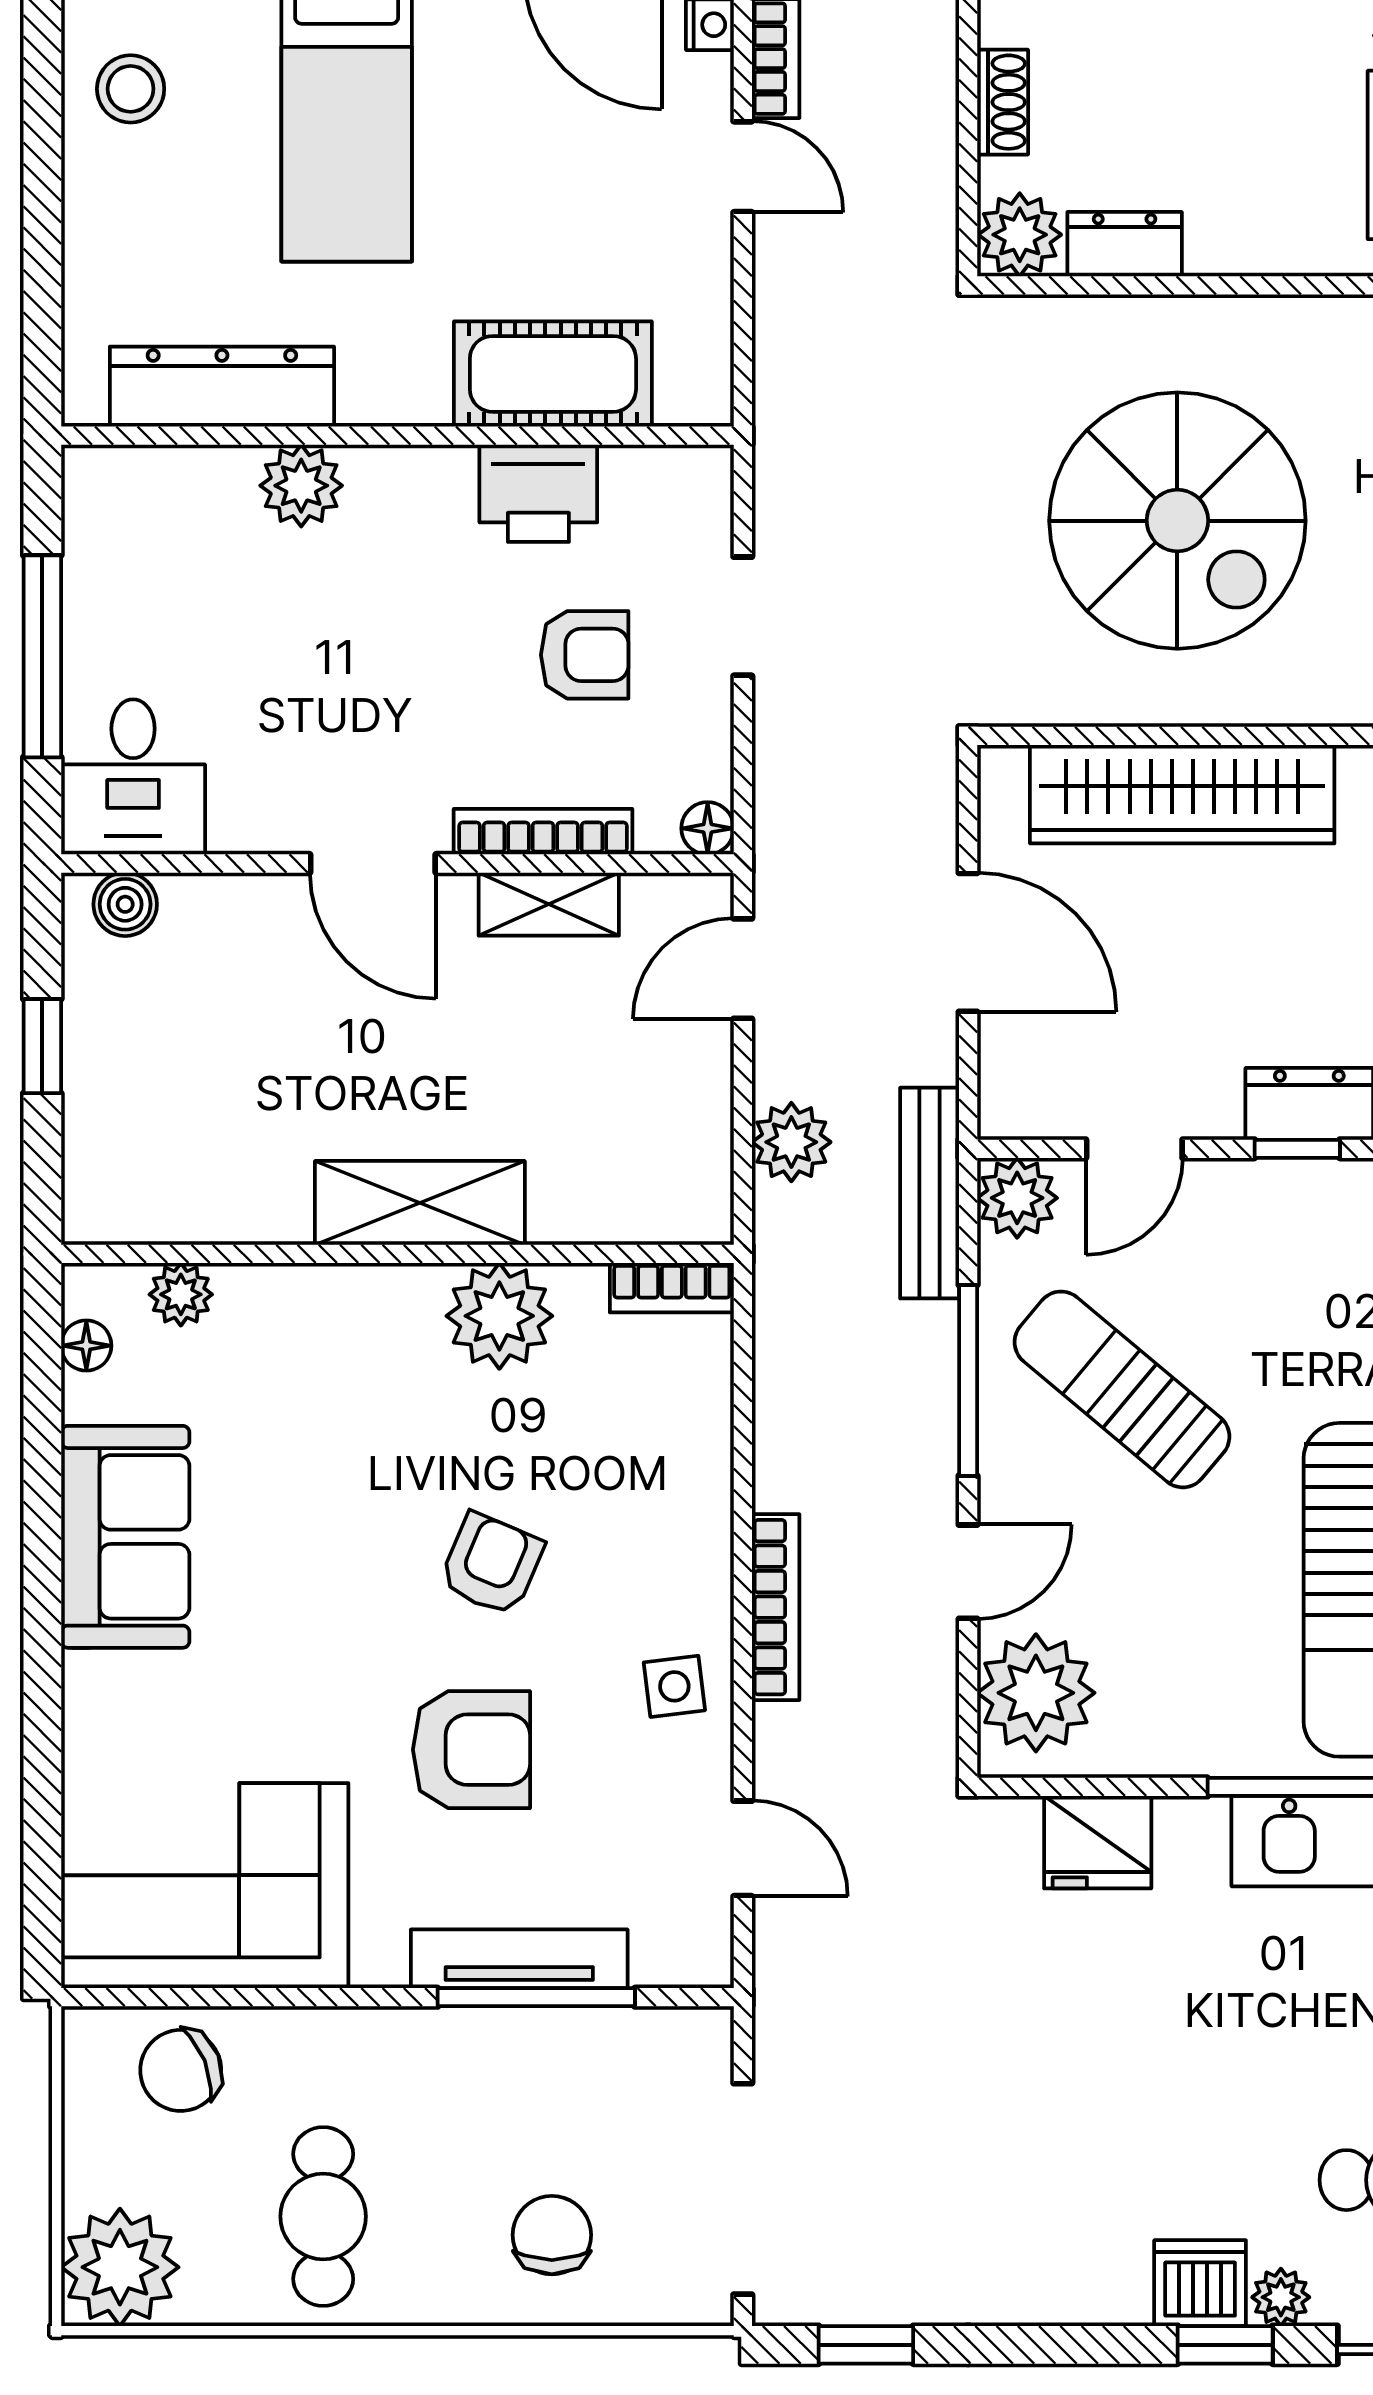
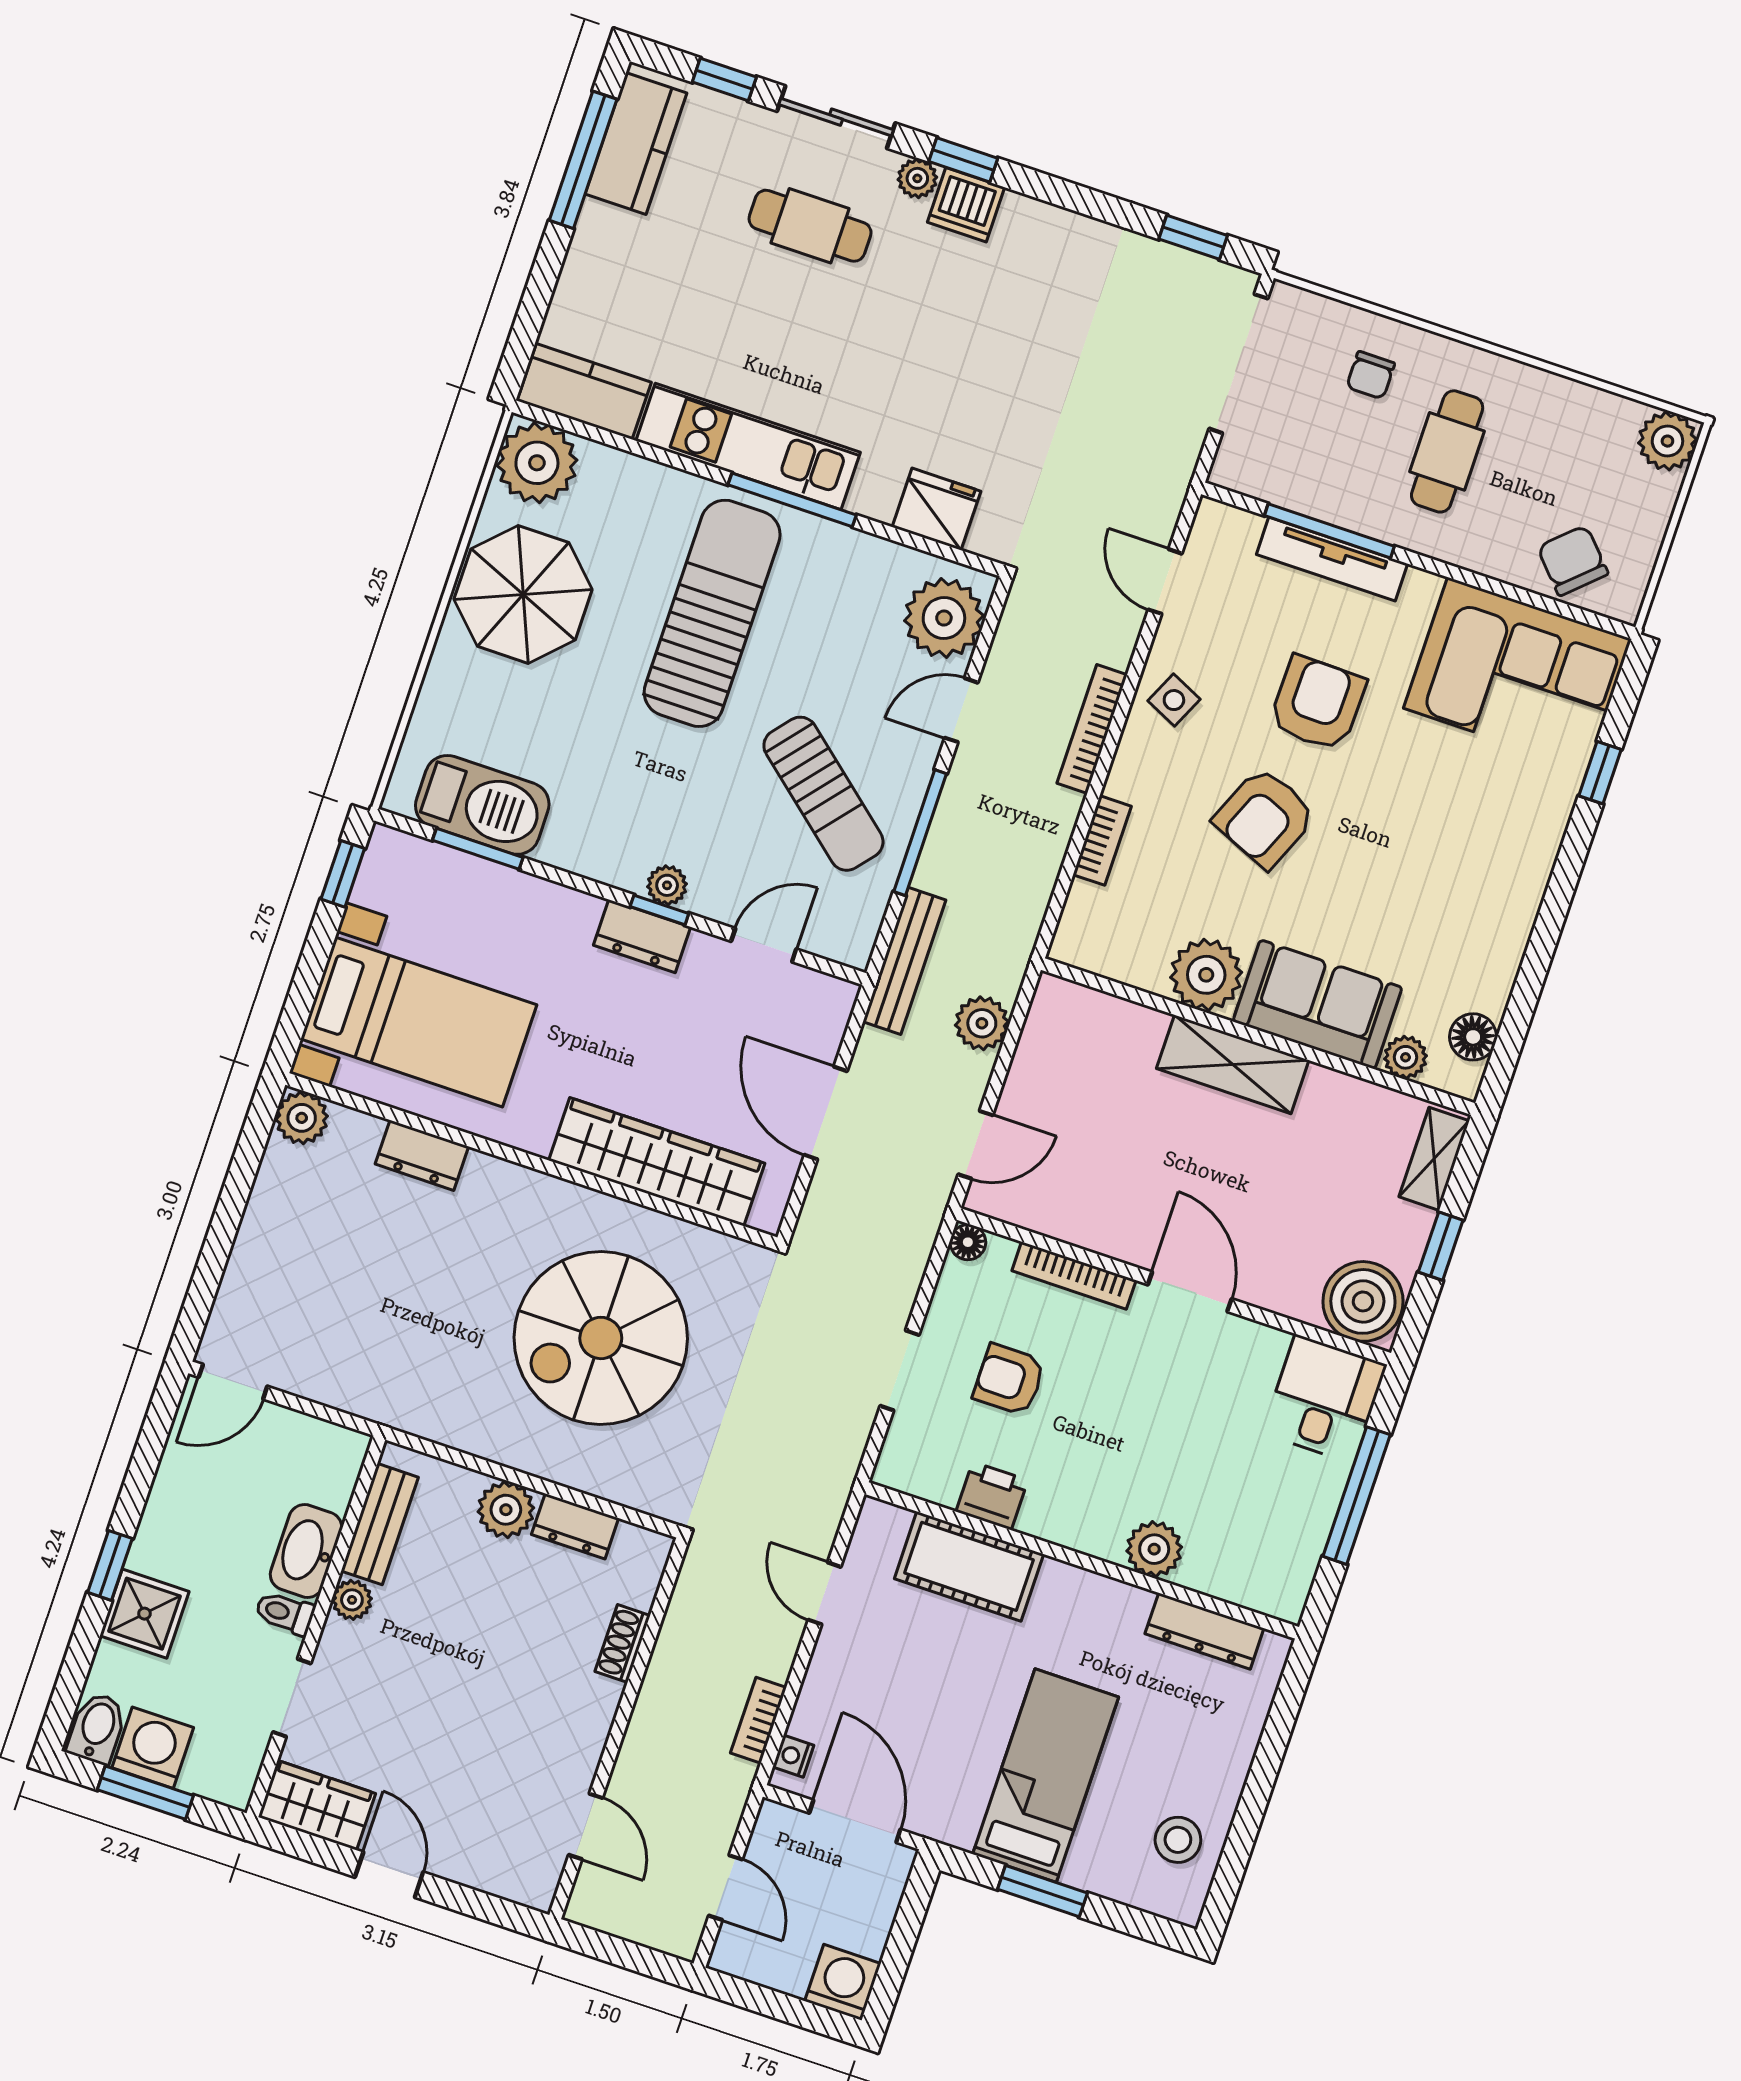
door: (743, 167) -> (825, 1593), moved
plant: (1020, 235) -> (506, 1510), moved
dresser: (222, 387) -> (1204, 1631), width x0.73, depth x0.80
printer: (538, 493) -> (992, 1496), width x0.73, depth x0.81
spiral stairs: (1177, 521) -> (601, 1338), turned -90
boiler: (125, 904) -> (1363, 1301), width x1.86, depth x1.86
shelving: (549, 904) -> (1434, 1159), moved, turned 90
plant: (1017, 1198) -> (667, 885), moved, width x0.73, depth x0.73
bookcase: (672, 1288) -> (1102, 840), moved, turned 90
floor lamp: (86, 1346) -> (1473, 1037), width x1.37, depth x1.37
sofa: (125, 1537) -> (1318, 1004), moved, turned 90
armchair: (491, 1564) -> (1265, 818), width x1.38, depth x1.38
side table: (674, 1686) -> (1174, 700), turned 32
armchair: (471, 1750) -> (1317, 703), turned 91
window: (42, 1786) -> (1600, 773), added
chair: (181, 2070) -> (1573, 561), turned -111
cafe table: (323, 2216) -> (1447, 451), moved
chair: (552, 2235) -> (1371, 375), width x0.73, depth x0.73
plant: (120, 2267) -> (1667, 441), width x0.73, depth x0.73

